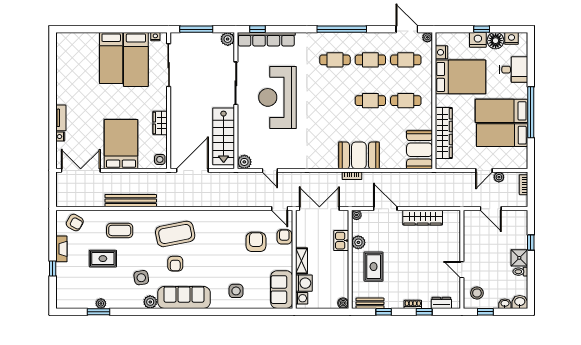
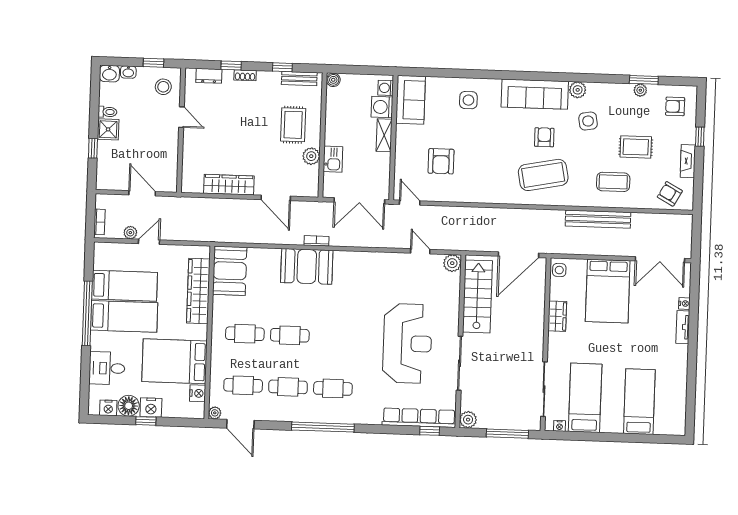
bed: (111, 58) -> (639, 402), moved
plant: (357, 215) -> (312, 191), removed
armchair: (284, 237) -> (675, 106), moved, turned 90

